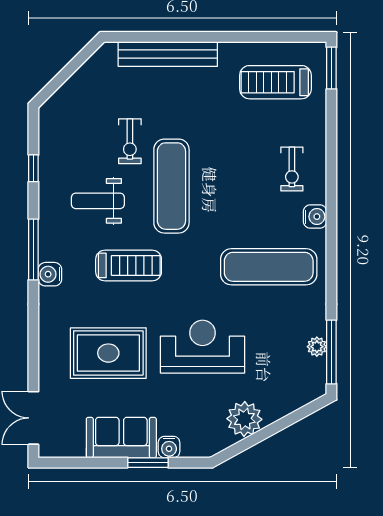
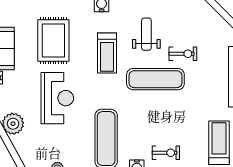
exercise bike: (130, 141) -> (183, 54), turned 180
exercise bike: (292, 169) -> (166, 153), turned 180

